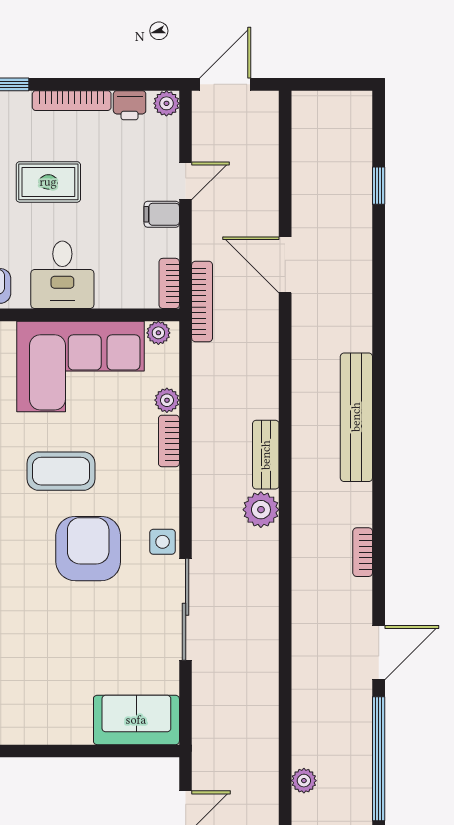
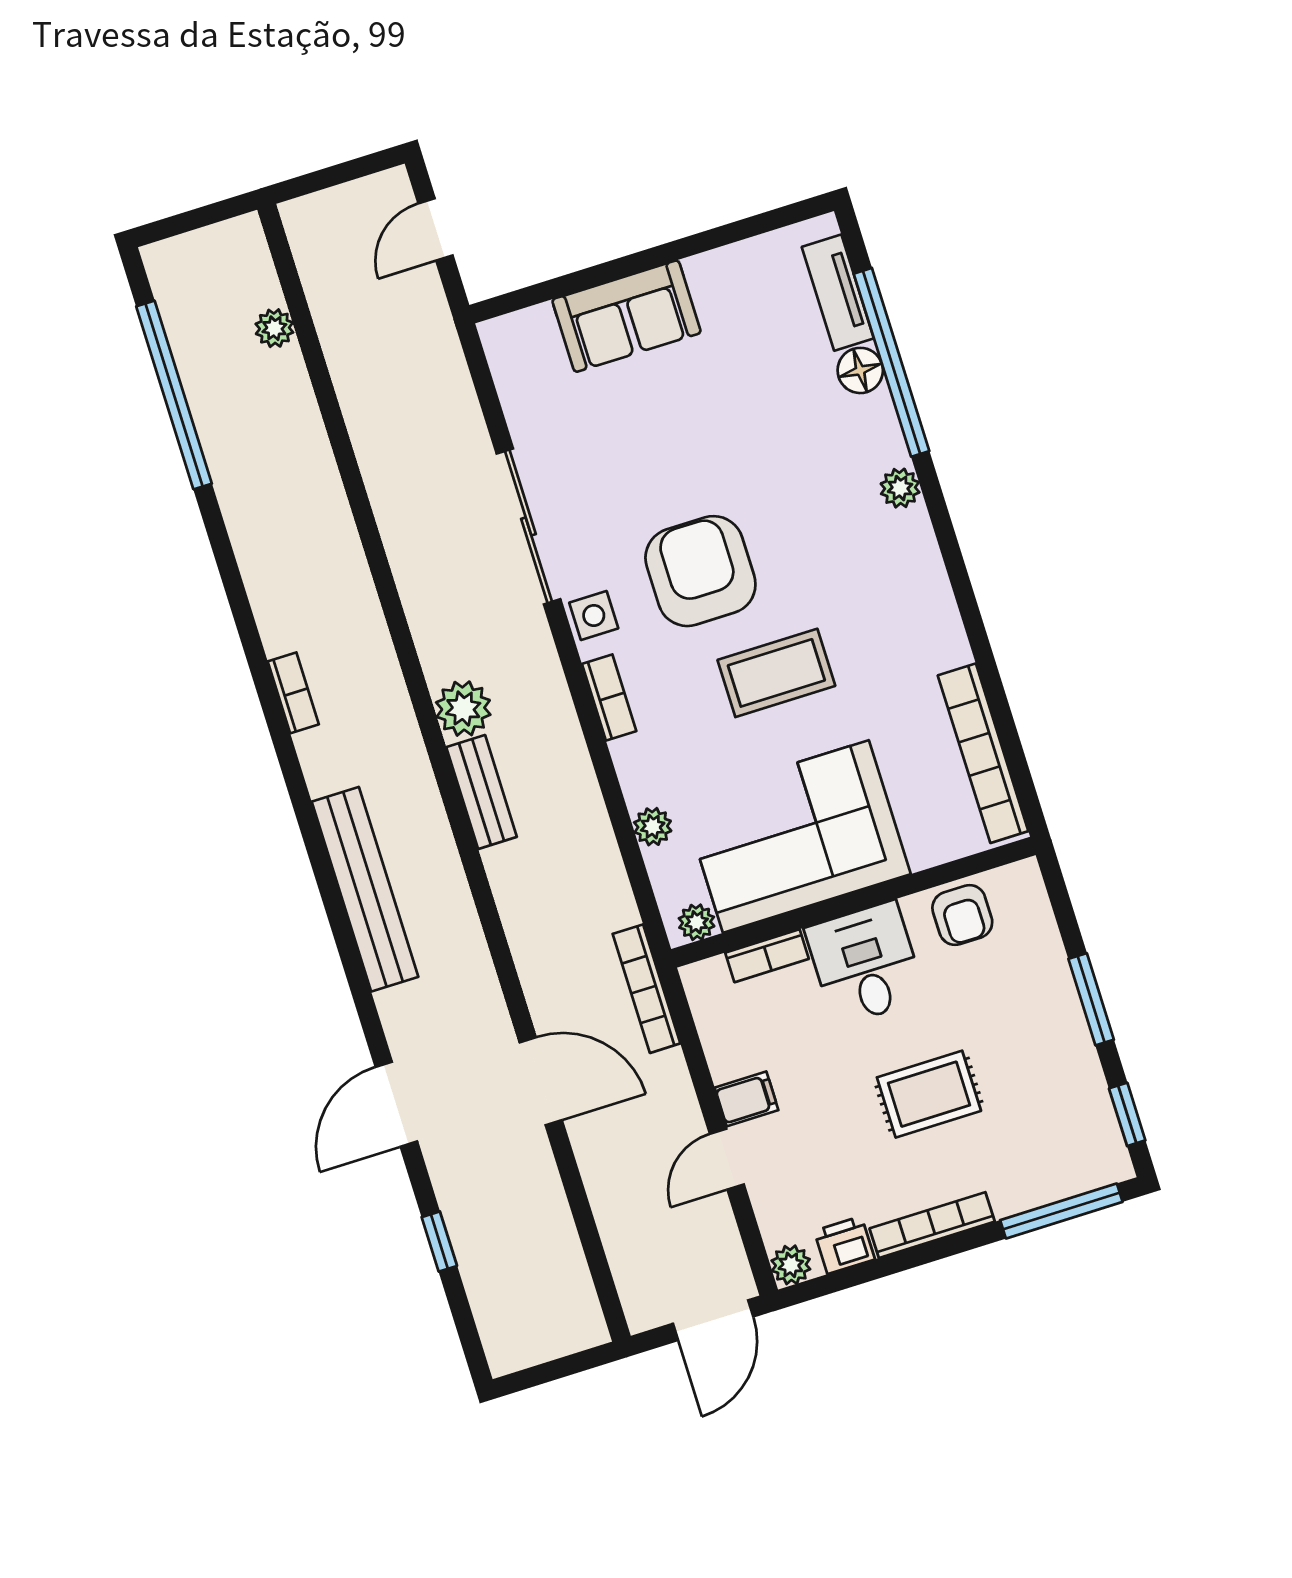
bookcase: (169, 283) -> (767, 956), moved, turned 90
bookcase: (169, 441) -> (609, 697), moved
armchair: (88, 549) -> (700, 571), turned 180
door: (379, 653) -> (396, 1104), moved
sofa: (136, 720) -> (626, 316), moved

